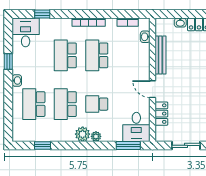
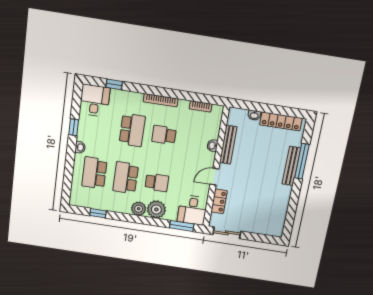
washbasin: (145, 37) -> (212, 146), moved
school desk: (65, 55) -> (132, 130), turned 180
school desk: (97, 55) -> (164, 135), width x0.54
door: (153, 89) -> (214, 177), hinge flipped
school desk: (97, 104) -> (157, 182), turned 180
plant: (96, 136) -> (156, 209), width x1.88, depth x1.88
sliding door: (186, 145) -> (227, 233), moved

